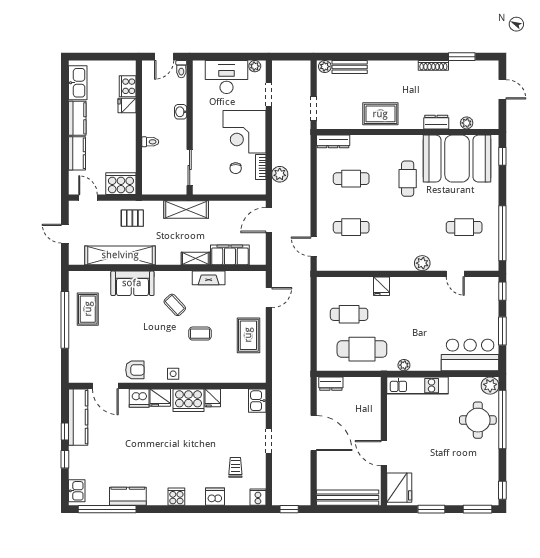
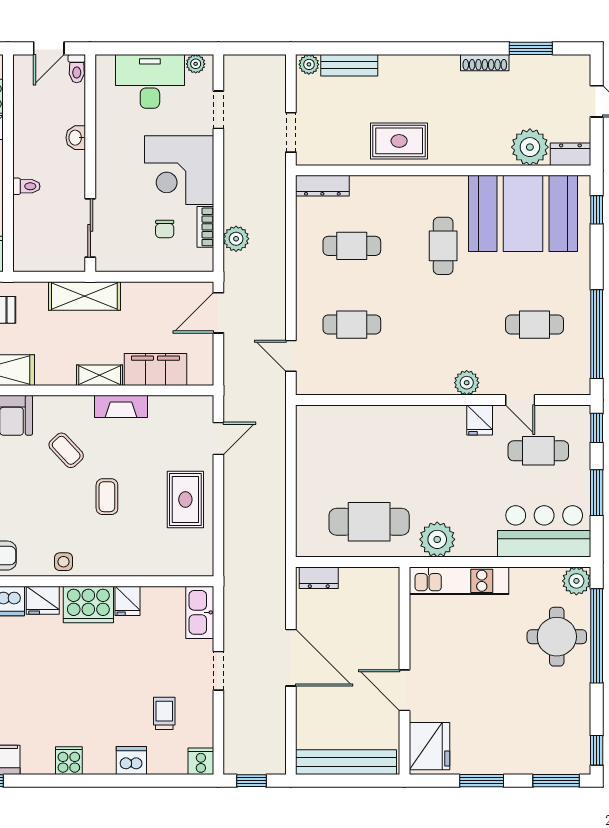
dresser: (436, 122) -> (570, 154), moved
plant: (467, 123) -> (530, 147), width x1.88, depth x1.88
fridge: (381, 286) -> (480, 420), moved
cafe table: (349, 314) -> (538, 451), moved
coffee table: (200, 334) -> (107, 497), turned 90
plant: (404, 365) -> (437, 539), width x1.88, depth x1.88
kitchen sink: (257, 401) -> (200, 612), width x1.38

